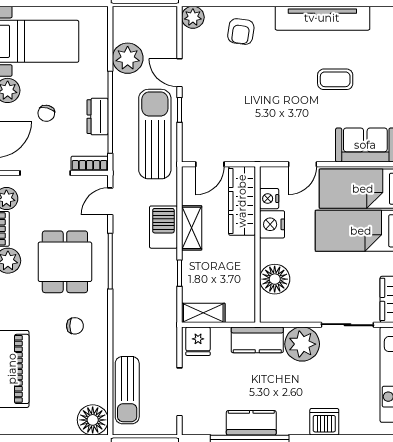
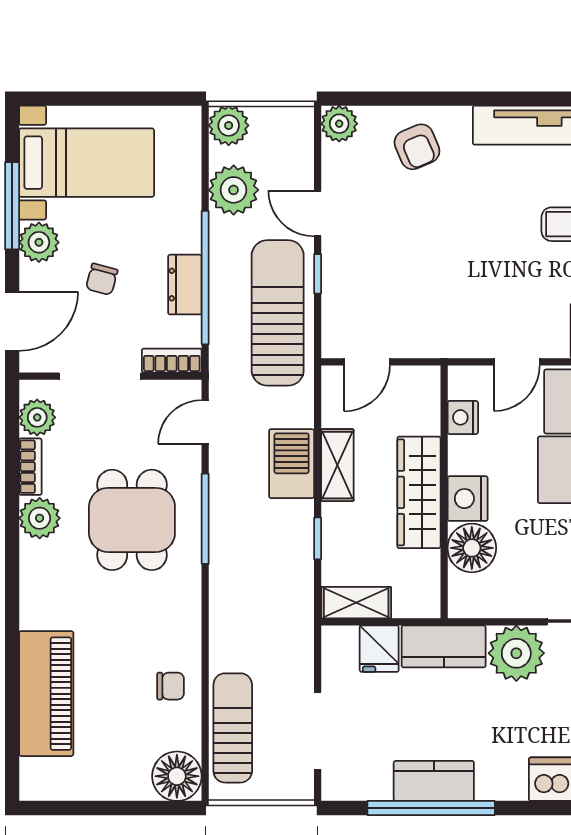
plant: (125, 18) -> (229, 125), added
armchair: (241, 32) -> (417, 147), turned -31
wardrobe: (242, 201) -> (419, 492), moved
nightstand: (272, 224) -> (468, 499), moved
chair: (75, 326) -> (171, 686), moved
fridge: (198, 341) -> (379, 649), moved
sun lounger: (127, 390) -> (233, 728), turned 180

